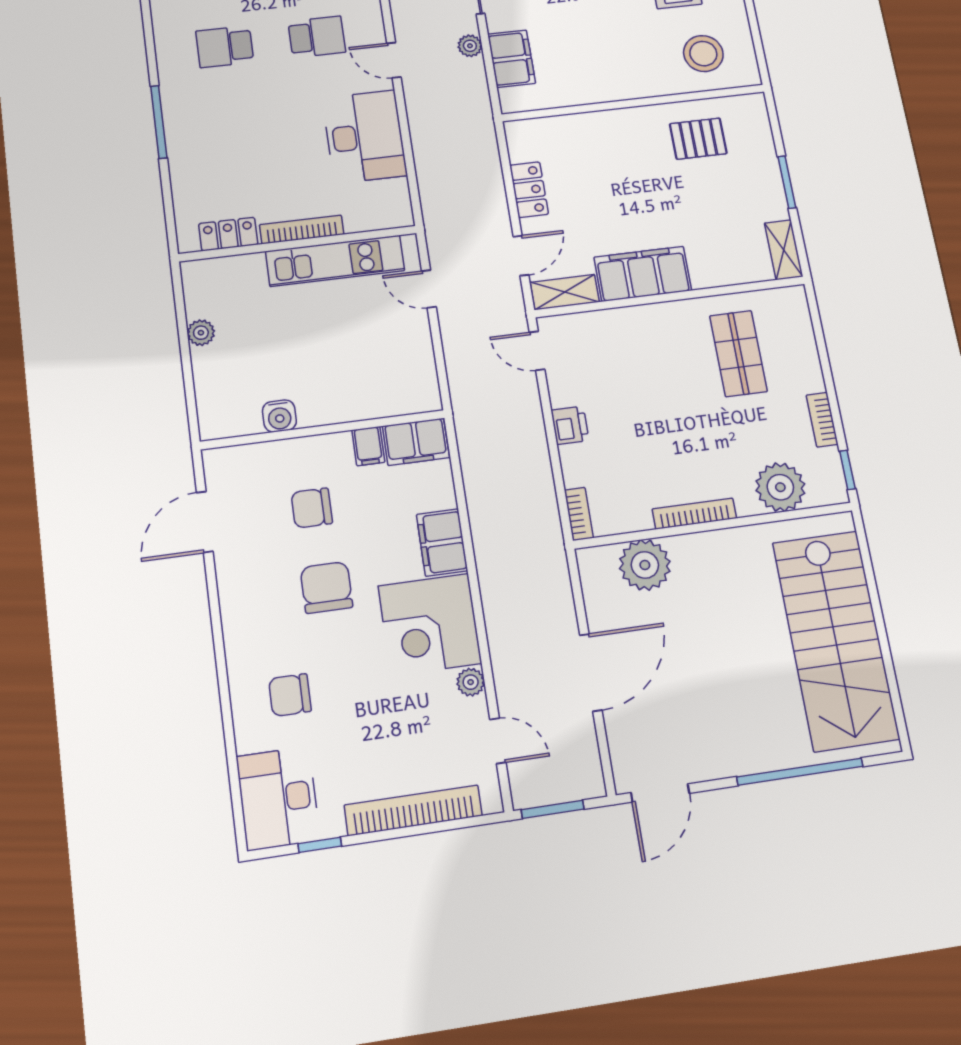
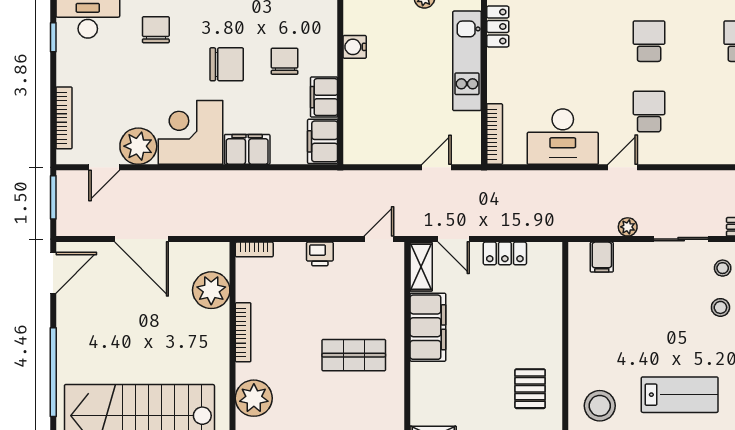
school desk: (317, 37) -> (649, 112), turned 180
filing cabinet: (512, 59) -> (602, 257), width x0.50
bookcase: (302, 230) -> (495, 134), moved
kitchen unit: (335, 261) -> (467, 61), moved
shop shelf: (738, 353) -> (354, 355), moved
filing cabinet: (368, 446) -> (324, 97), width x2.00
plant: (471, 682) -> (138, 146), width x1.88, depth x1.88
door: (660, 793) -> (53, 273), swing flipped
bookcase: (413, 810) -> (64, 118), width x0.68, depth x0.76

